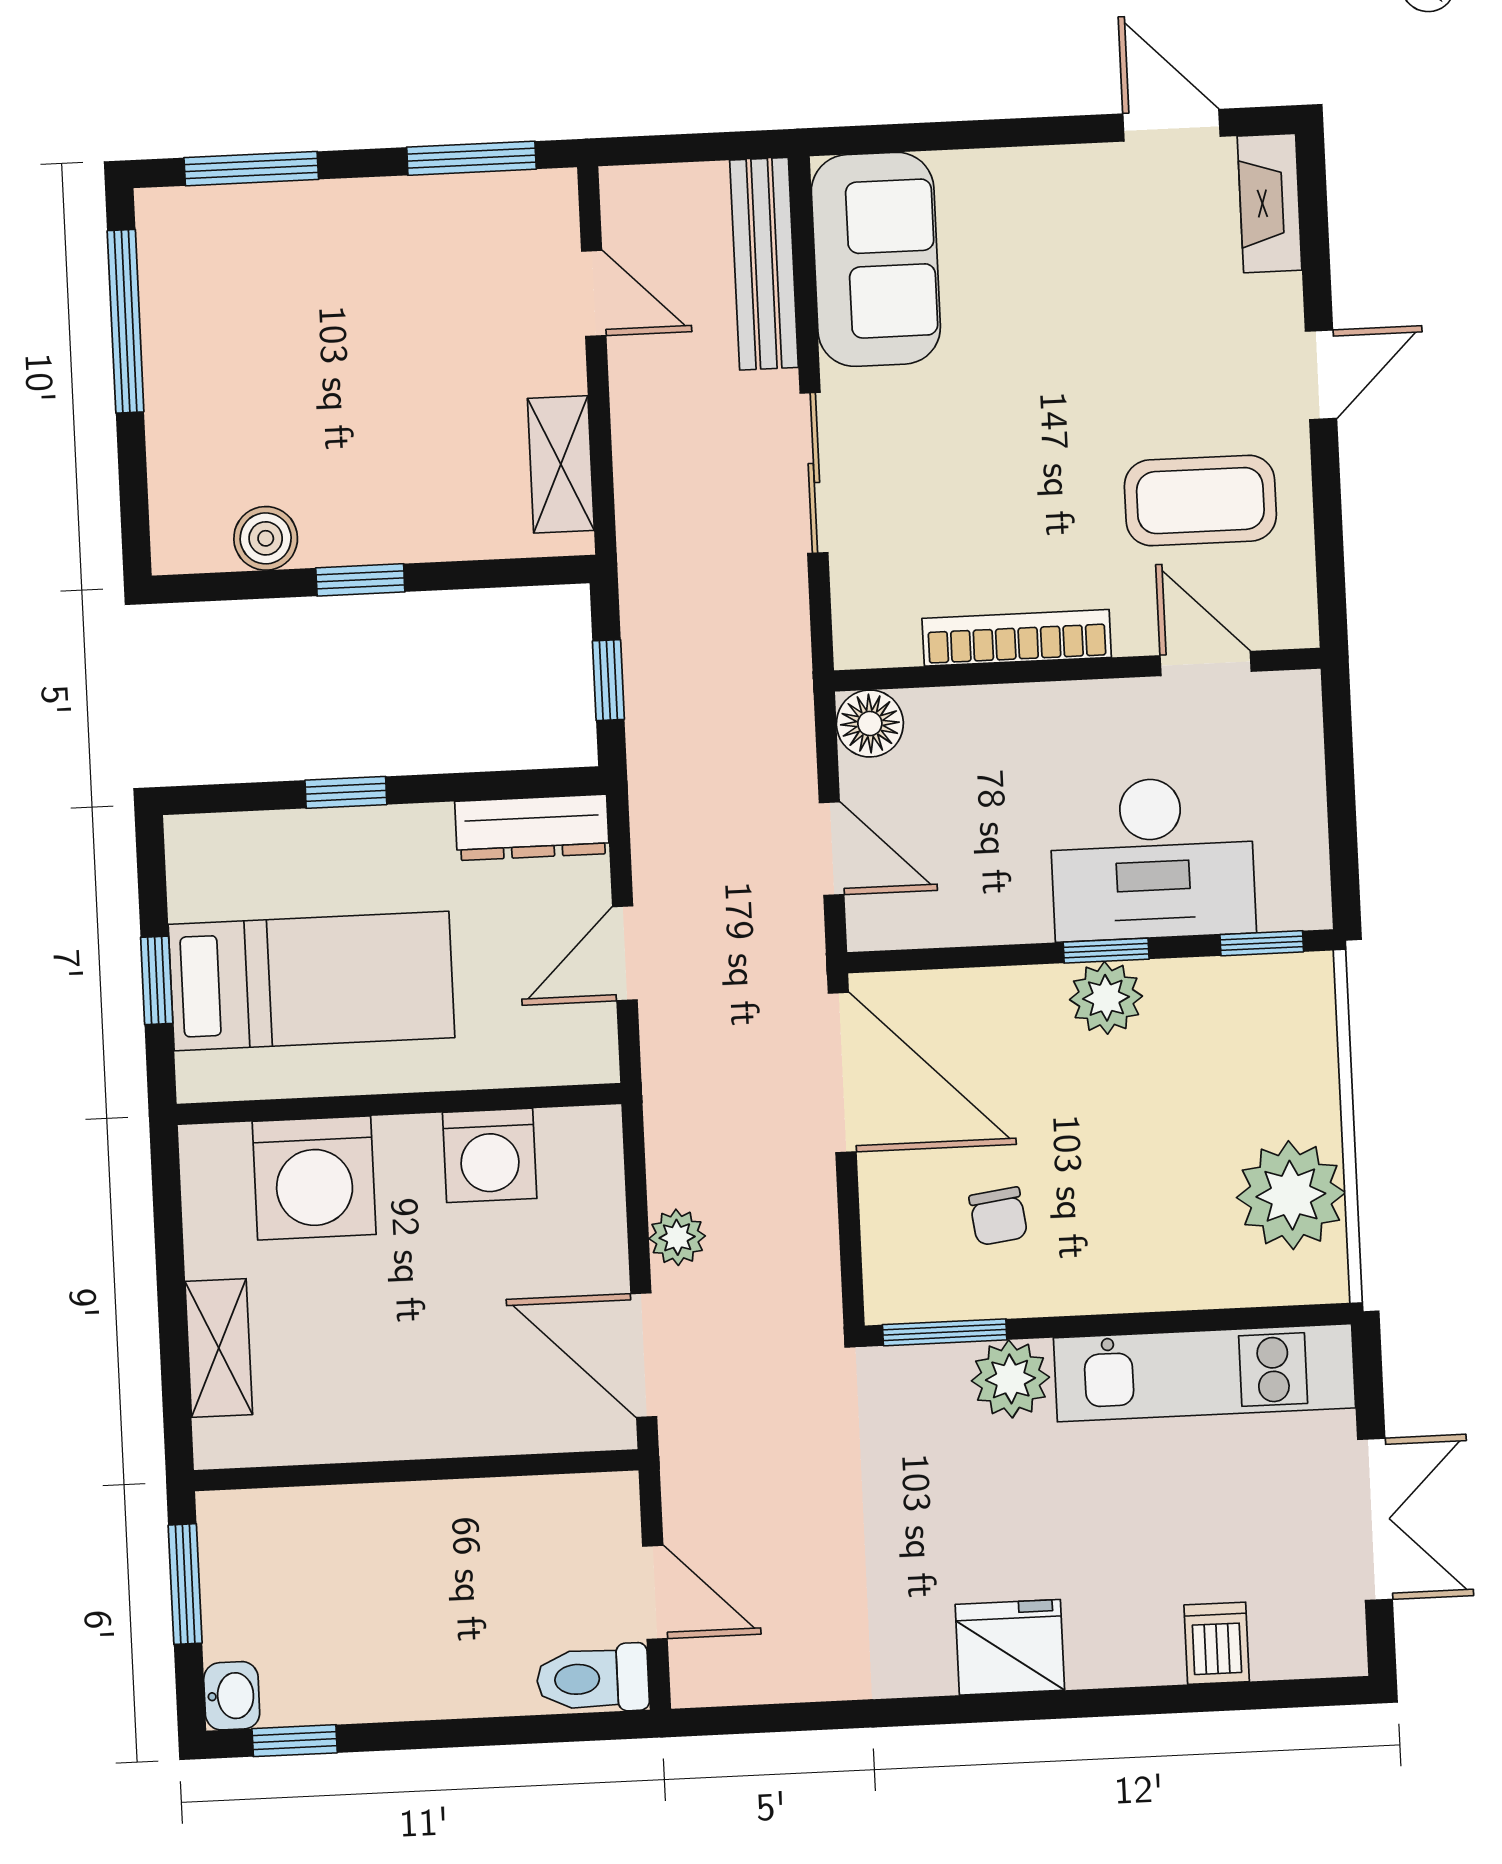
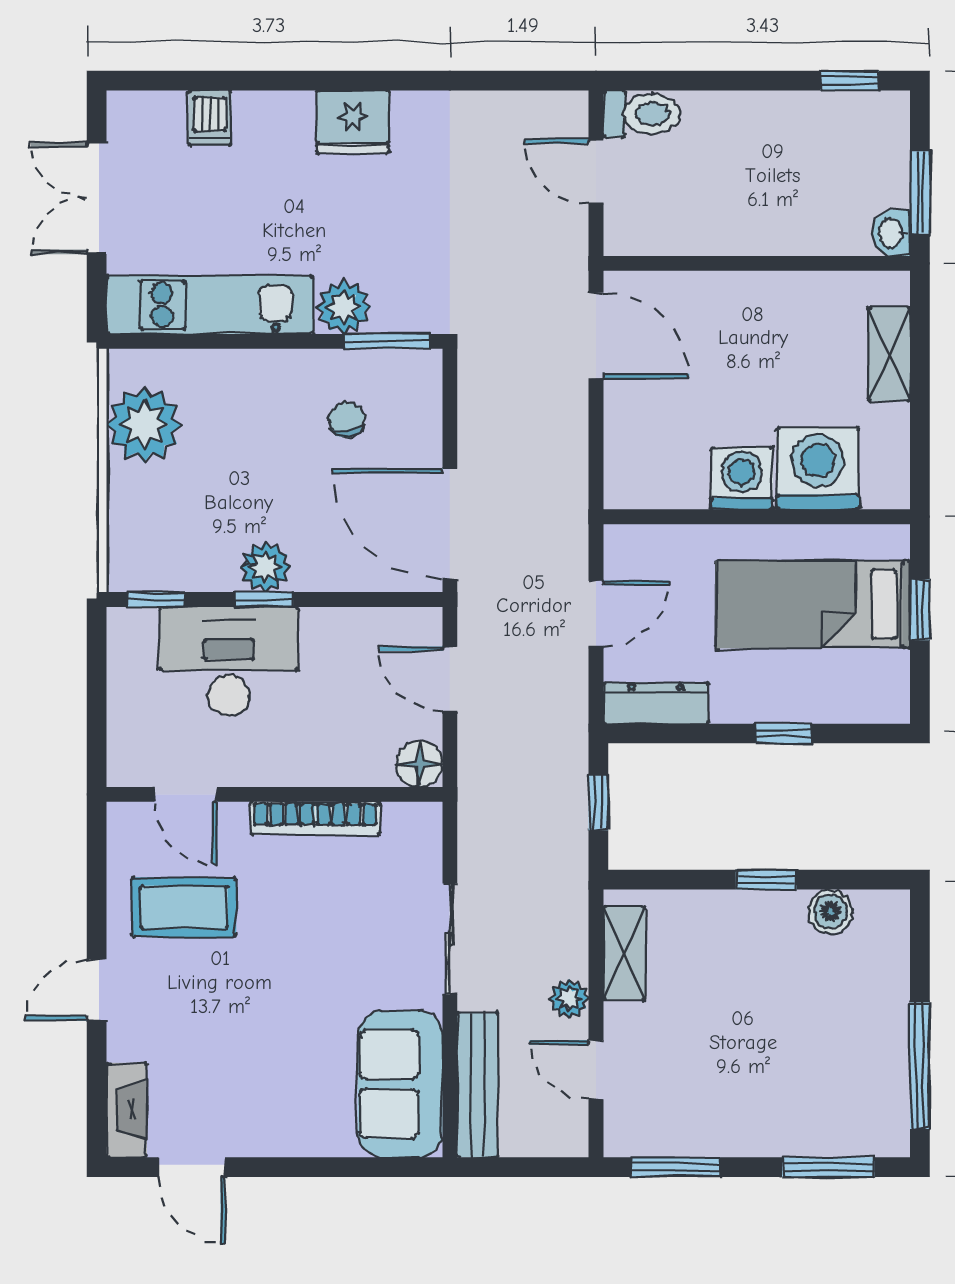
washing machine: (490, 1155) -> (742, 478), moved
plant: (677, 1237) -> (569, 999), moved
washbasin: (232, 1696) -> (891, 233), moved

